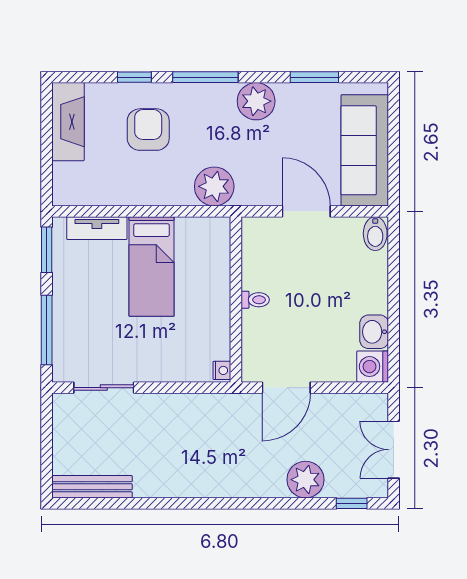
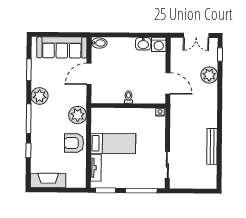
armchair: (148, 130) -> (74, 143), moved
bench: (92, 487) -> (212, 146), moved

